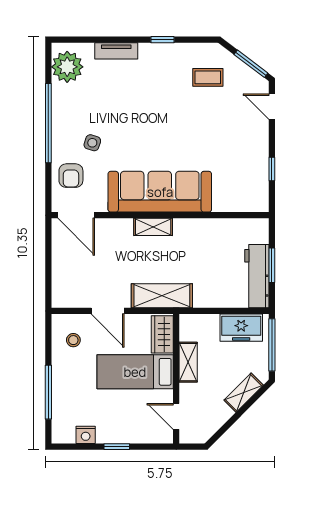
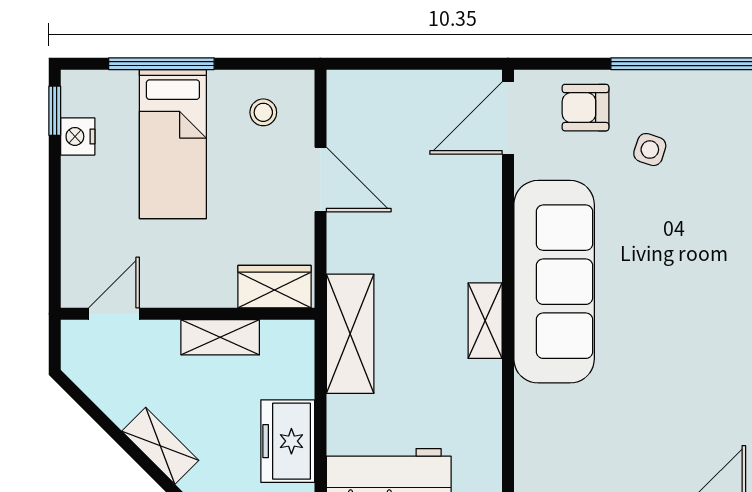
shelving: (153, 227) -> (485, 321), moved
shelving: (162, 296) -> (350, 334), moved
door: (108, 311) -> (320, 179), swing flipped
bed: (135, 372) -> (173, 144), moved, turned 180
window: (117, 447) -> (55, 111), moved

